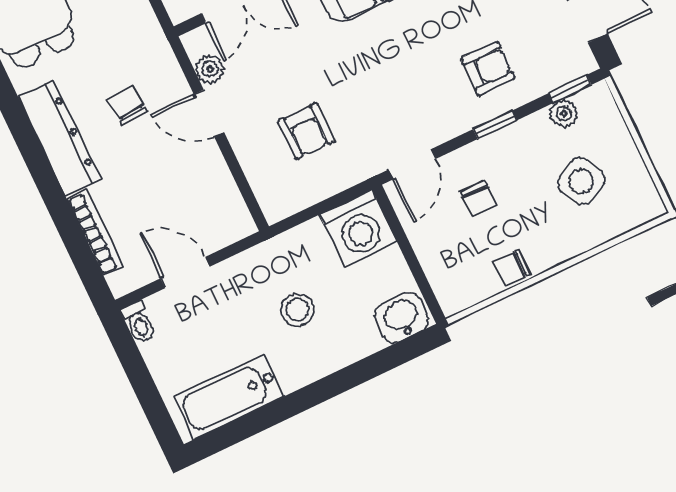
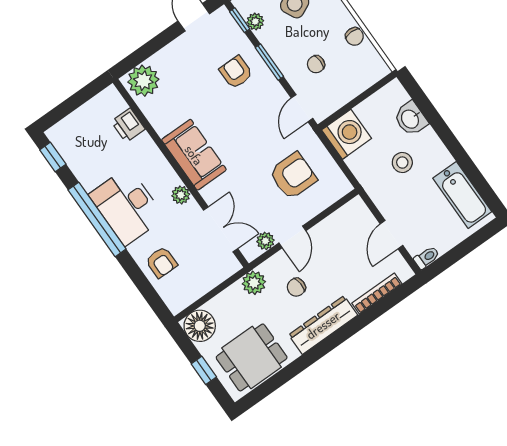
plant: (146, 39) -> (254, 283), added
window: (495, 125) -> (269, 62), width x1.50
armchair: (306, 131) -> (293, 176), width x1.38, depth x1.38
door: (412, 164) -> (302, 108), swing flipped
chair: (479, 199) -> (316, 64), turned 180
washbasin: (402, 318) -> (411, 119), moved

